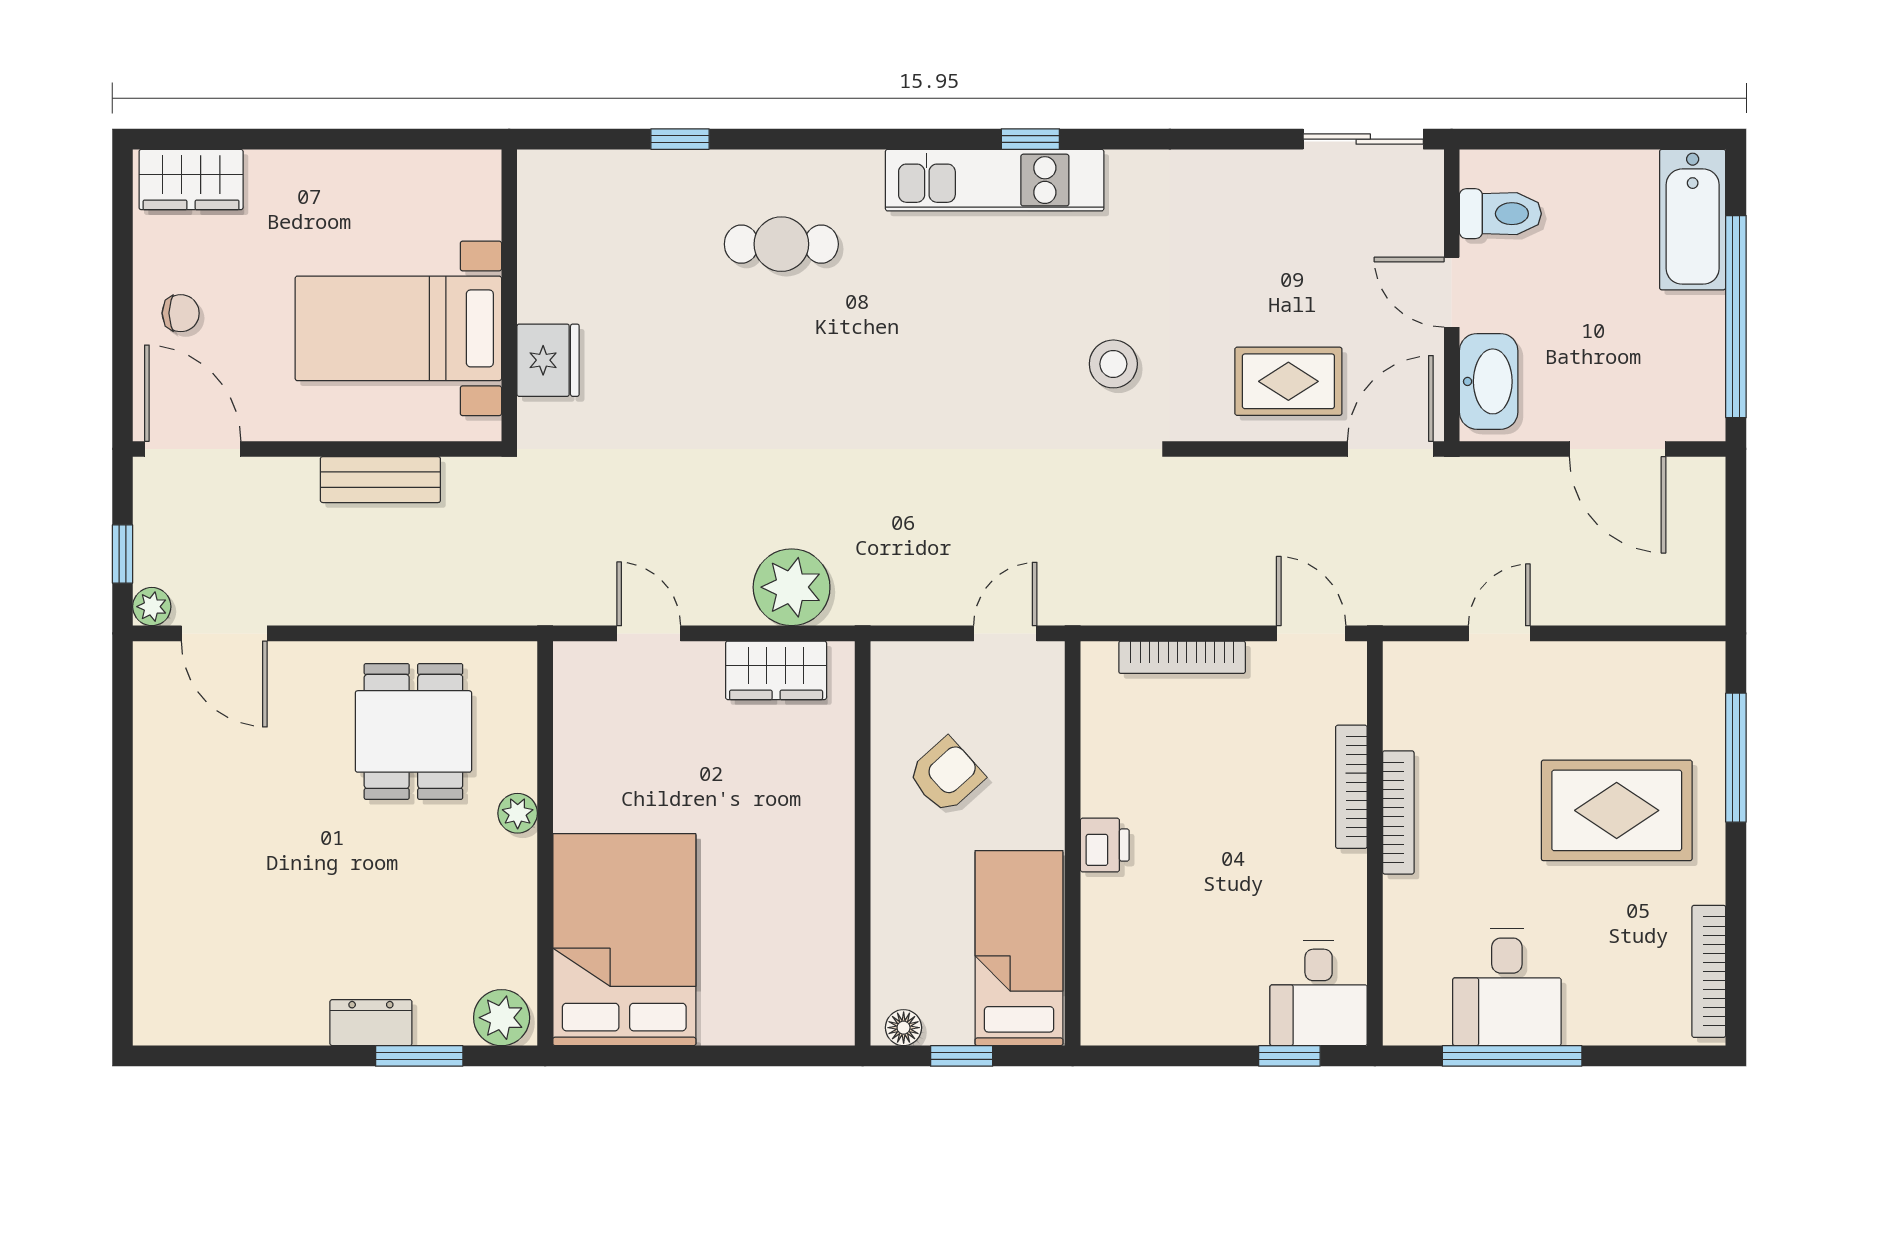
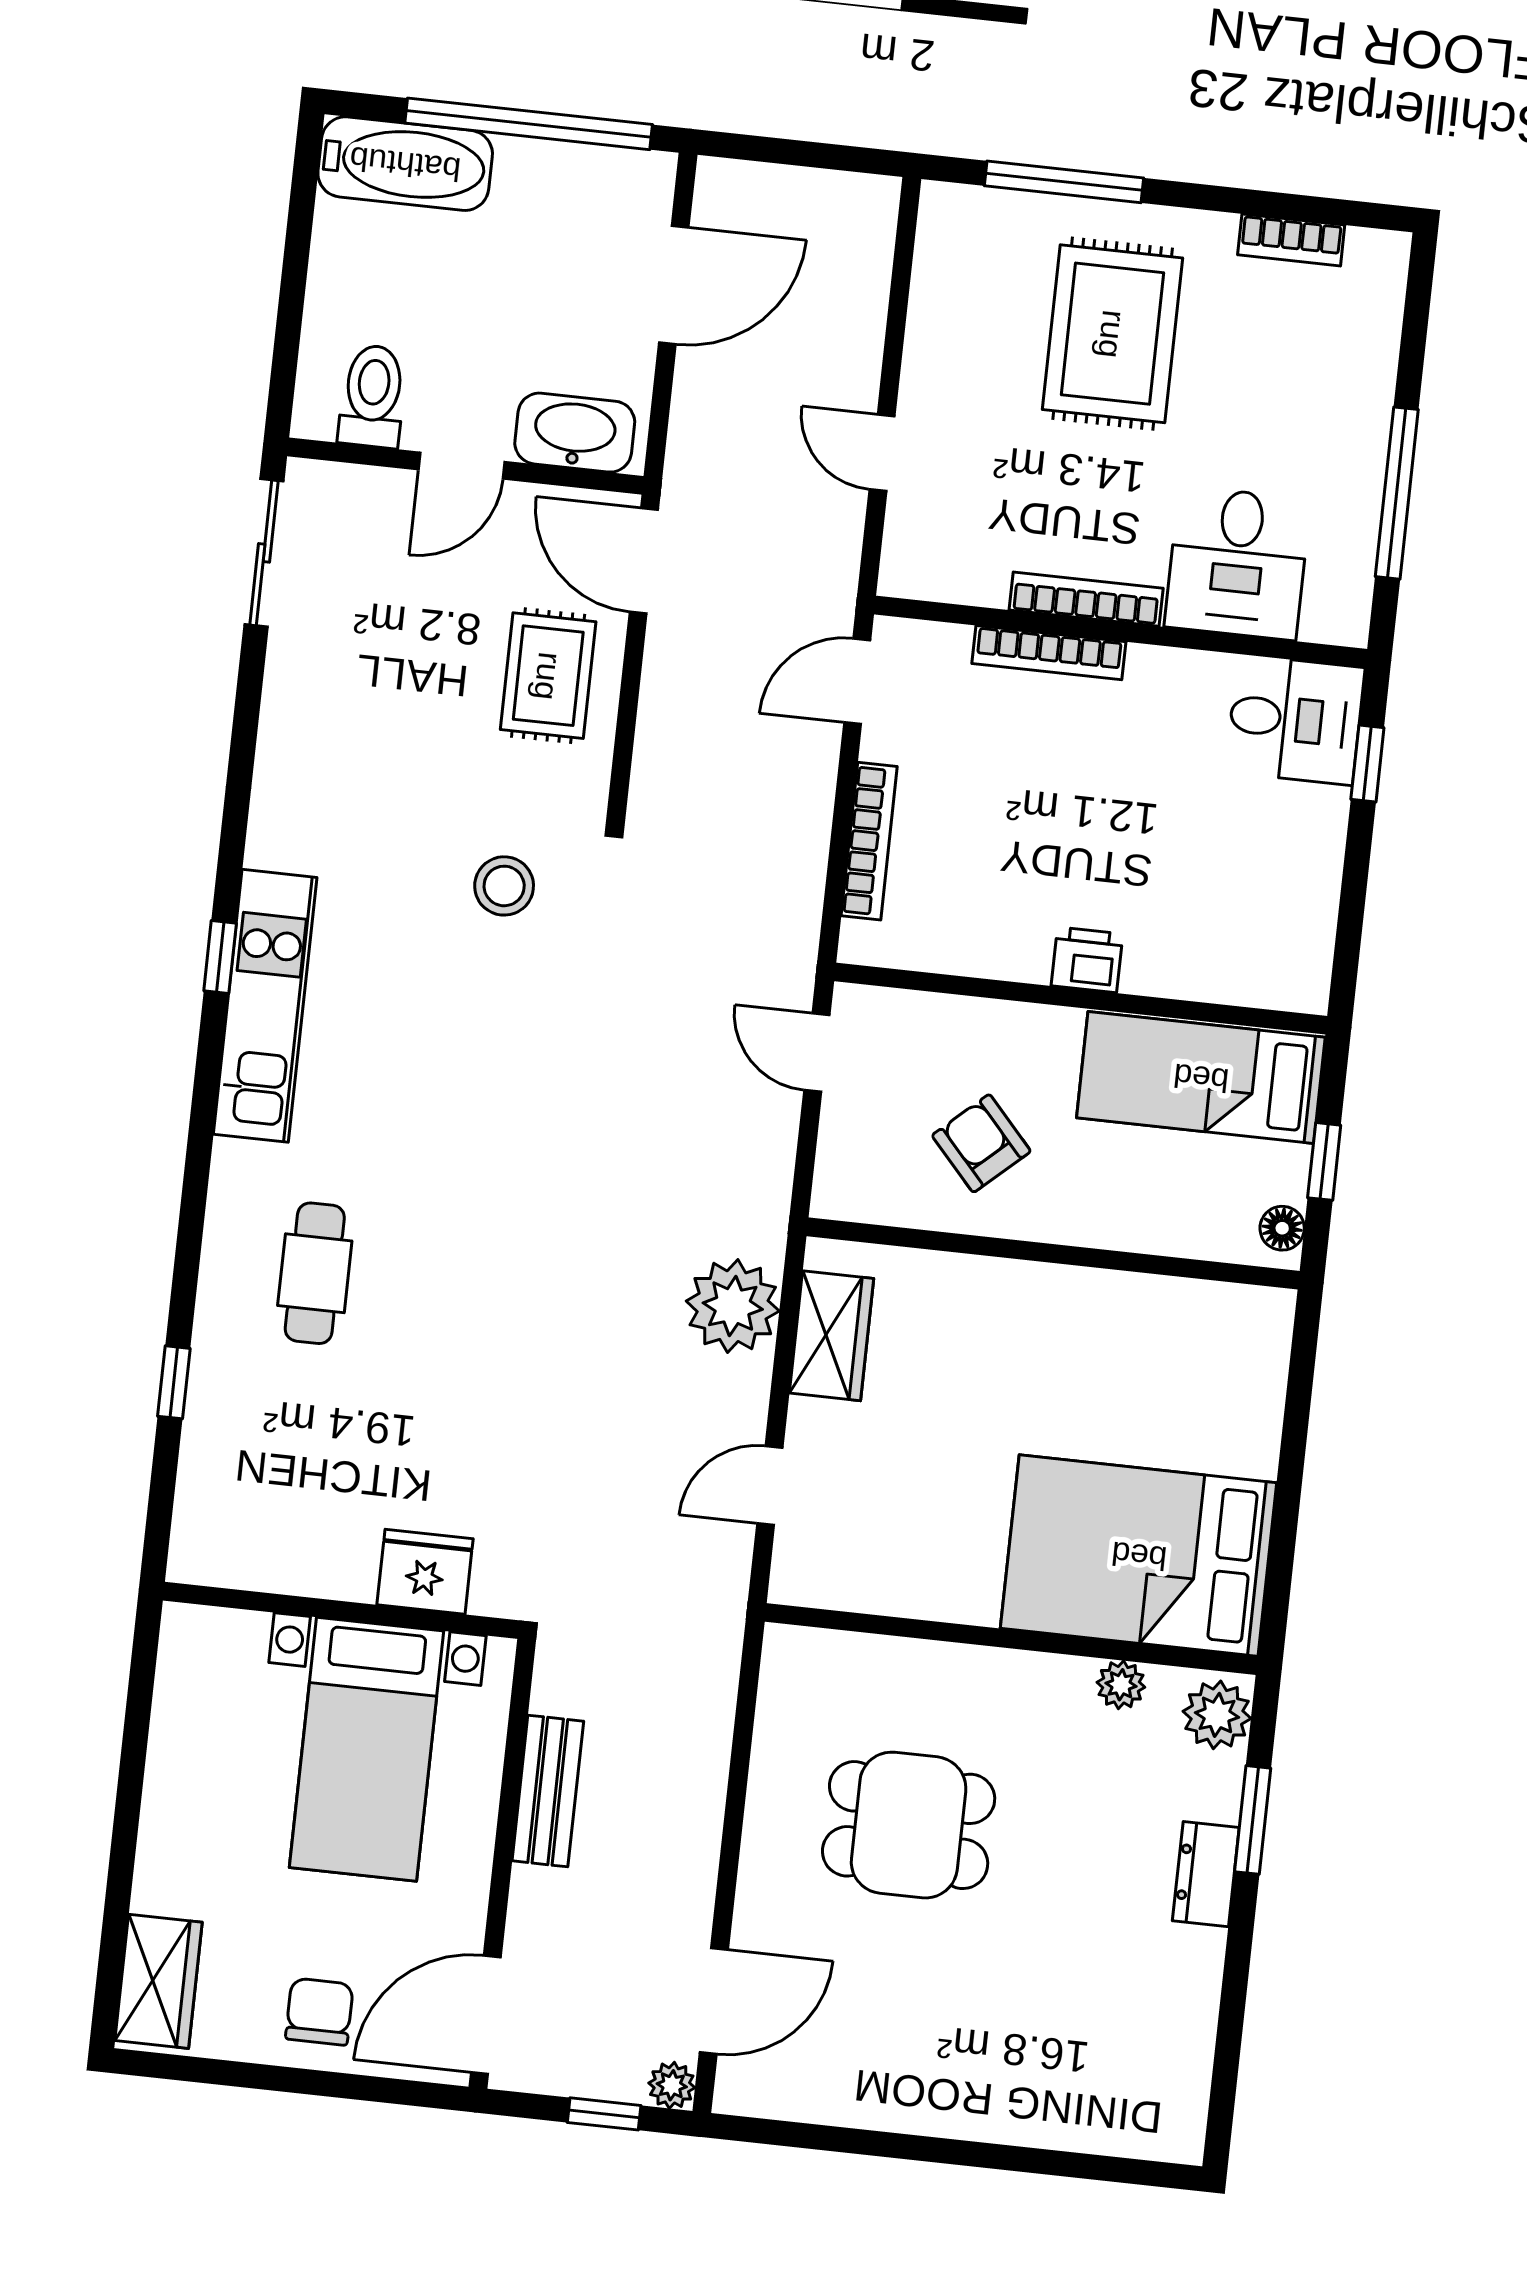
chair: (181, 313) -> (319, 2012), width x1.37, depth x1.37
dining table: (413, 731) -> (909, 1825), moved
plant: (518, 813) -> (1121, 1685), moved
bookcase: (1709, 971) -> (1291, 240), width x0.64
desk: (1507, 987) -> (1237, 563), moved, turned 90

